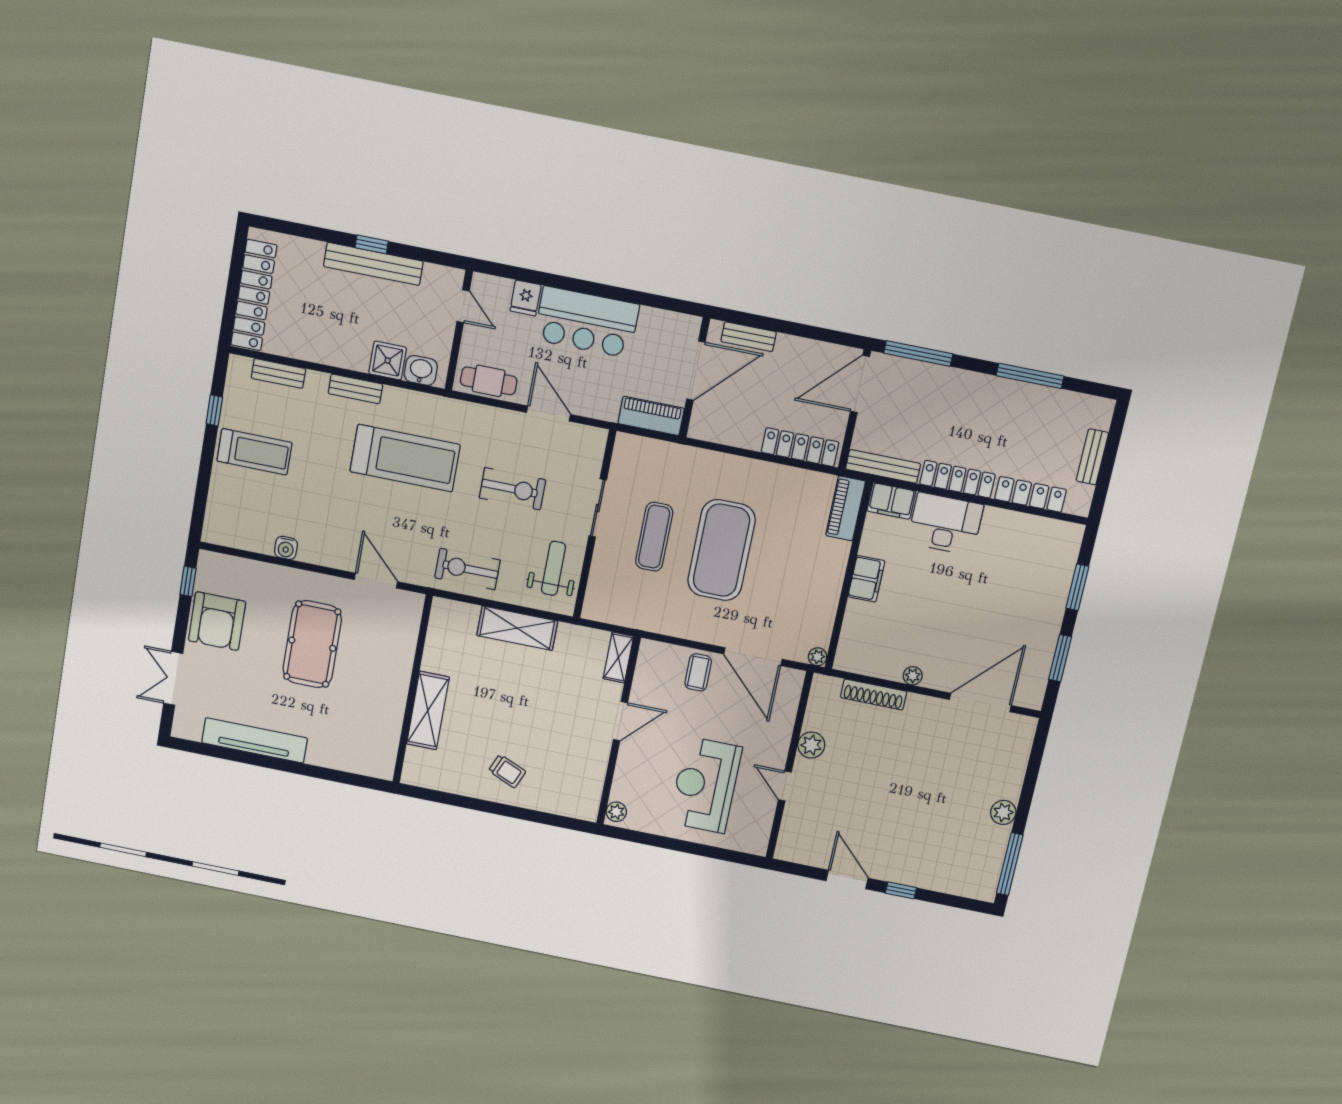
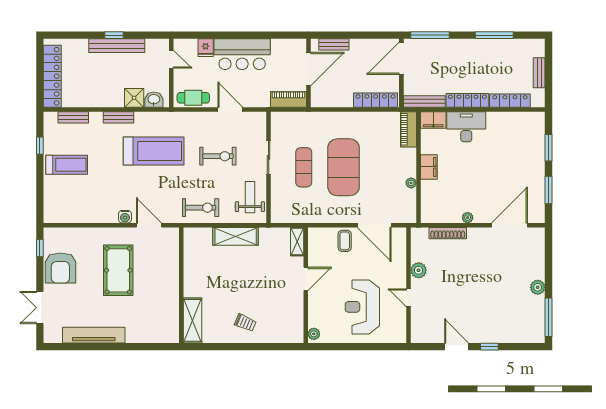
water cooler: (286, 548) -> (125, 217), moved
exercise bike: (467, 569) -> (201, 208), turned 180
plant: (818, 657) -> (411, 183), moved
shelving: (428, 711) -> (193, 320), moved

